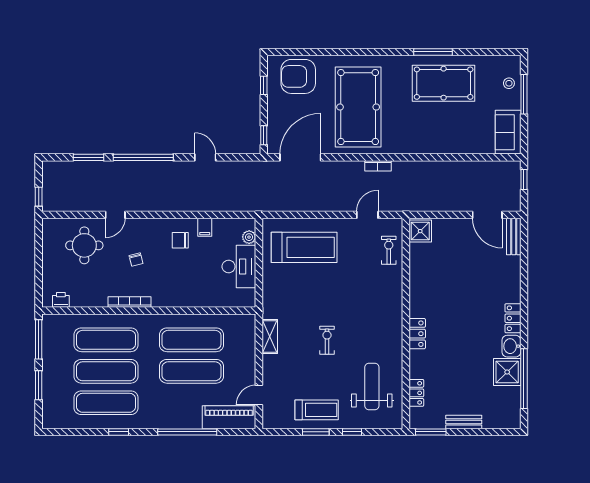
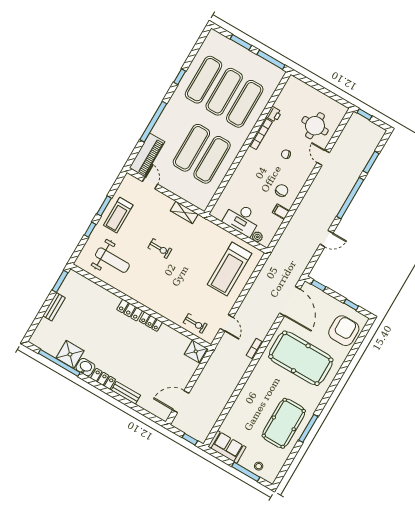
bench: (514, 236) -> (126, 393), moved
printer: (61, 300) -> (274, 114), moved
locker: (416, 393) -> (151, 322), moved

